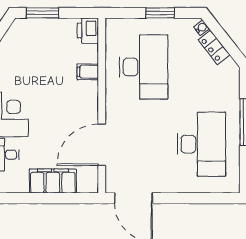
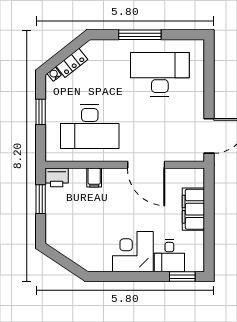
window: (42, 13) -> (41, 199), moved
desk: (144, 67) -> (90, 127), turned 180
door: (102, 145) -> (146, 165), moved

